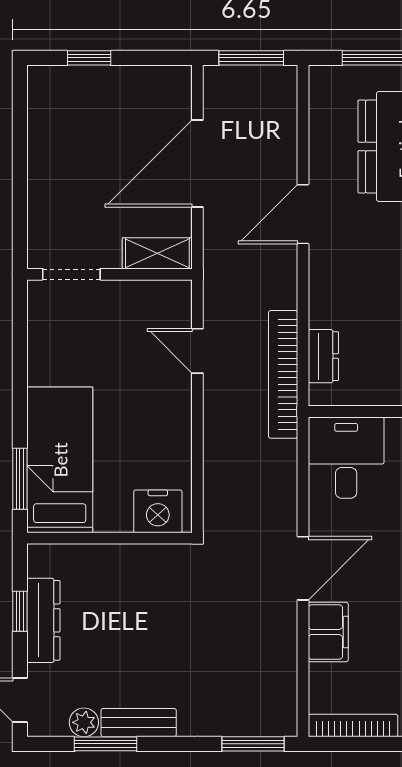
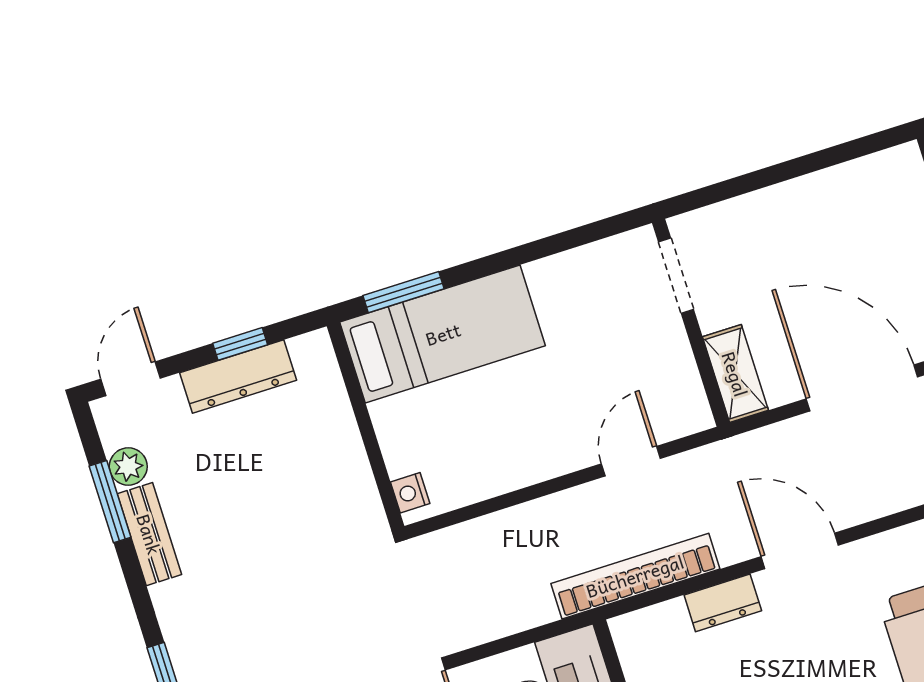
door: (303, 214) -> (800, 551), moved
dresser: (323, 356) -> (723, 603), moved
nightstand: (158, 511) -> (410, 493), width x0.53, depth x0.56

